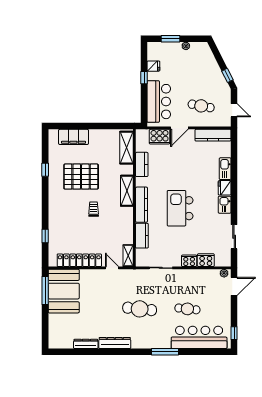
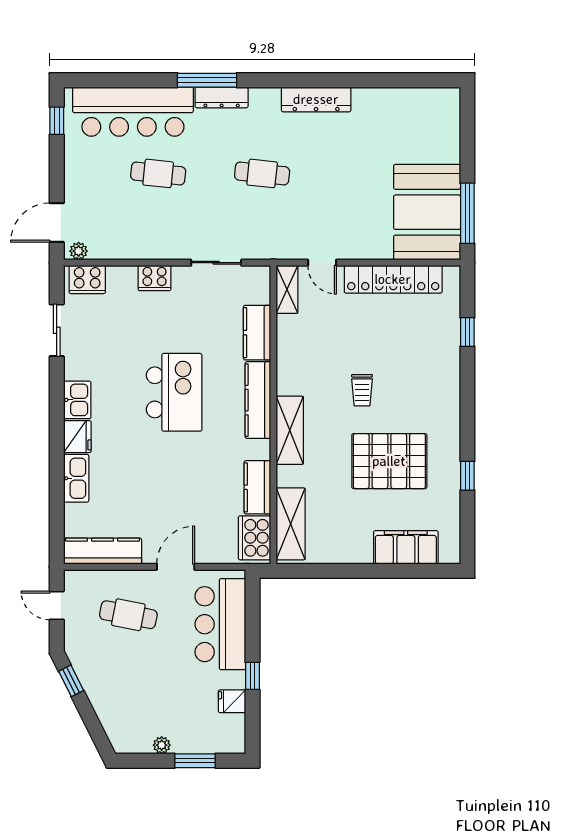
cooker: (160, 137) -> (255, 538), moved, turned -90
cooker: (206, 260) -> (87, 279), moved
cafe table: (140, 309) -> (262, 173), width x0.73, depth x0.74
dresser: (86, 344) -> (222, 97), moved

